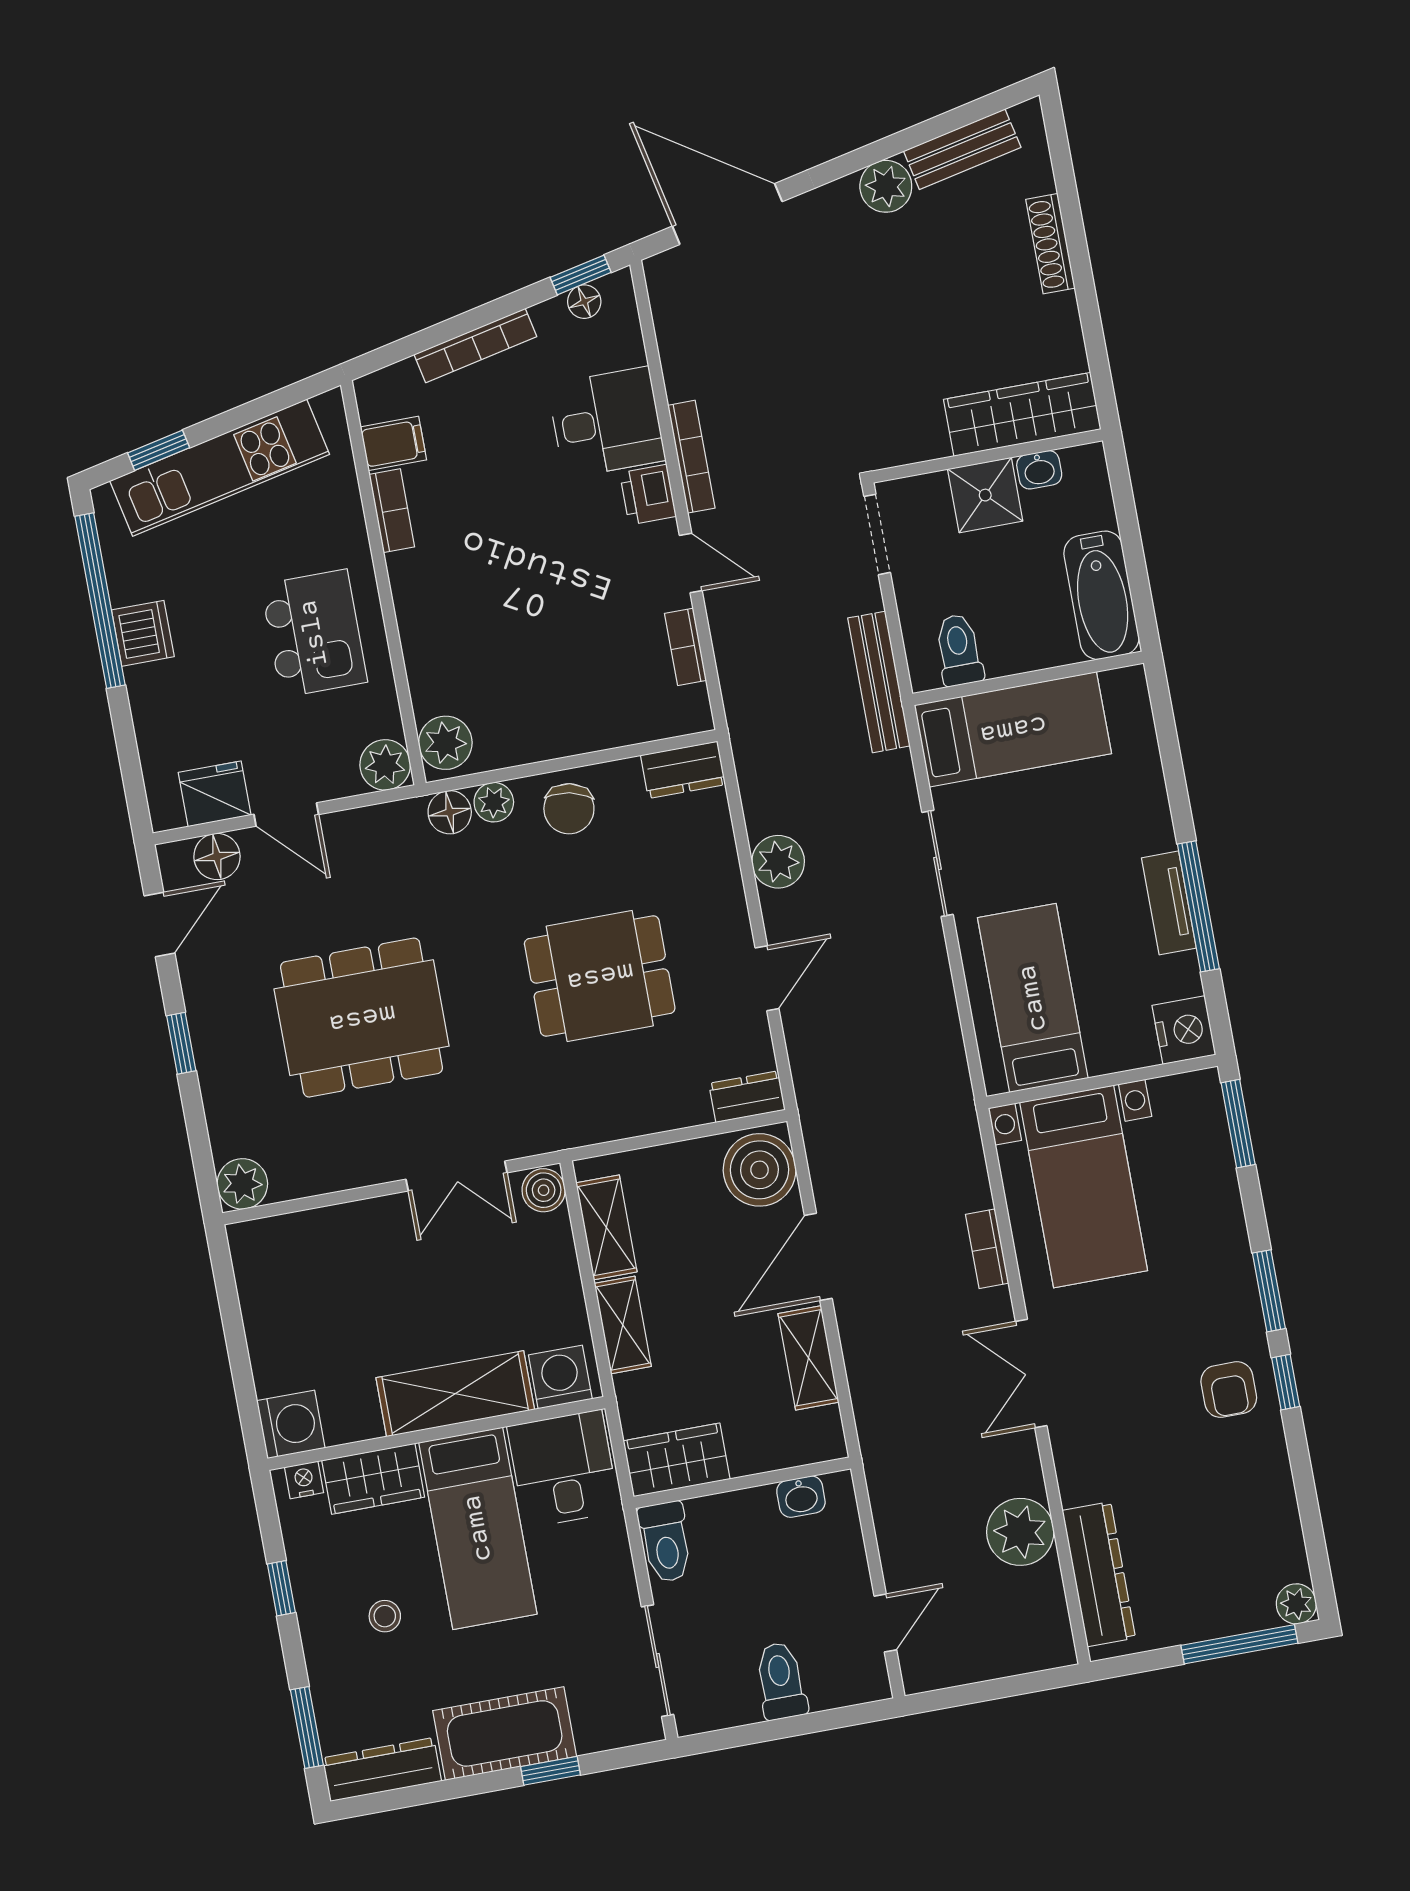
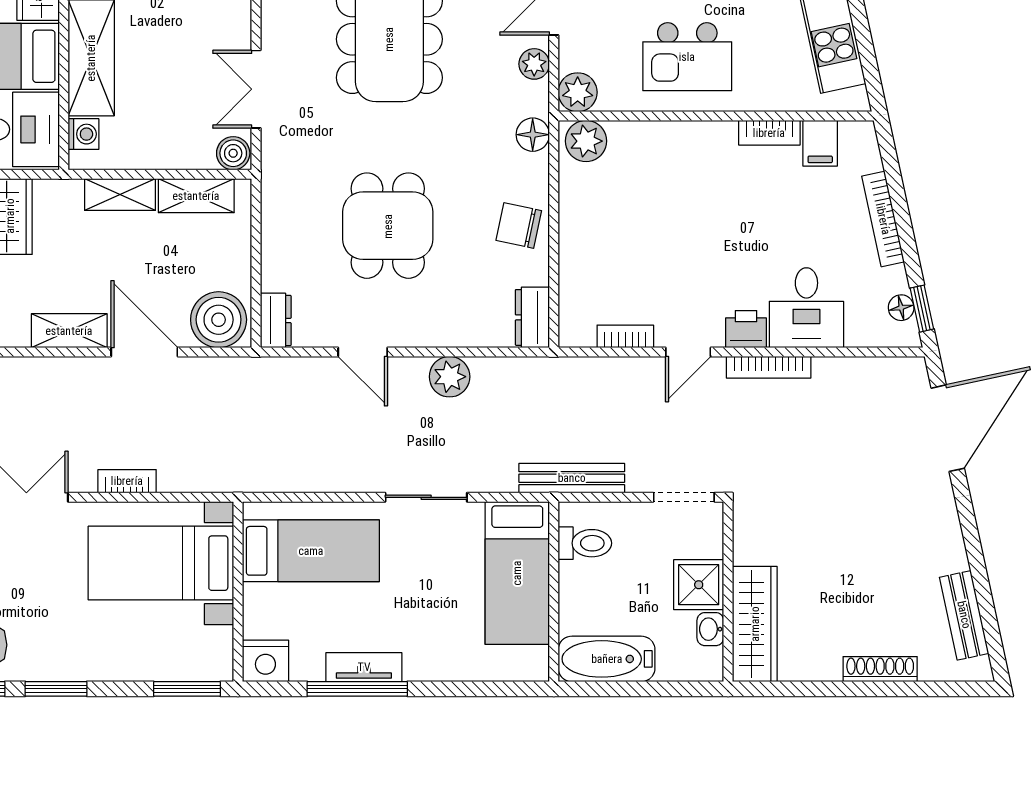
plant: (886, 186) -> (947, 552), removed
plant: (494, 802) -> (534, 64), moved
washing machine: (560, 1377) -> (83, 134), width x0.73, depth x0.73

